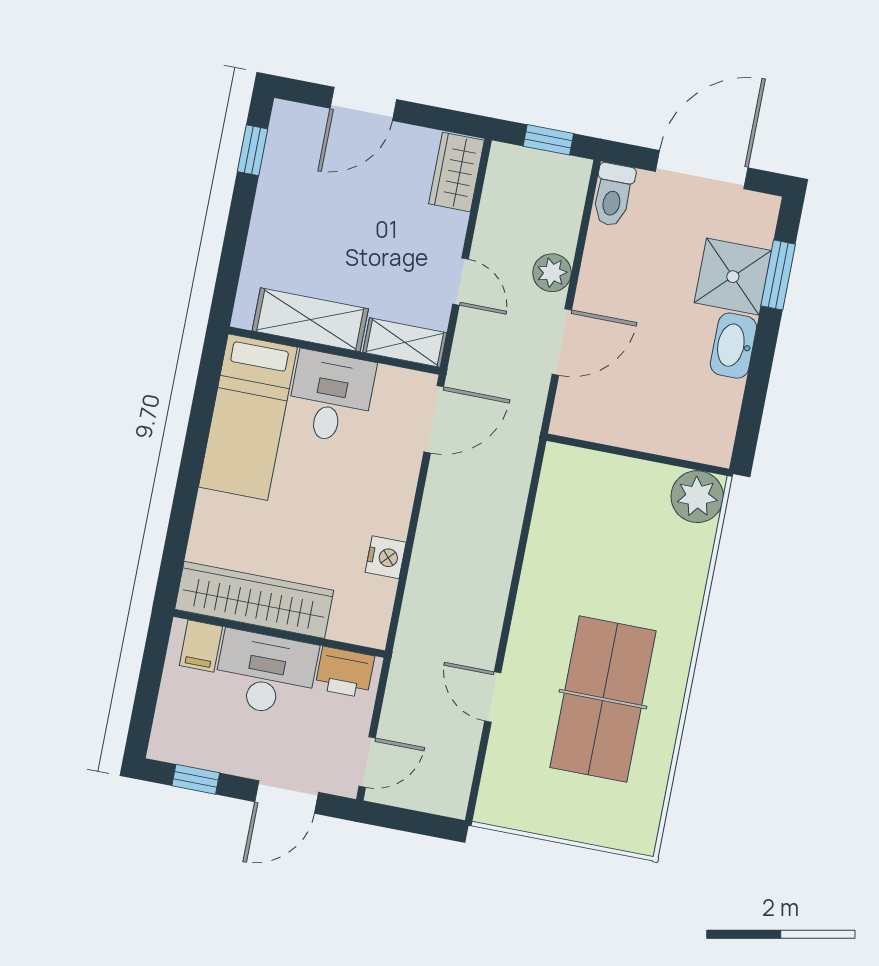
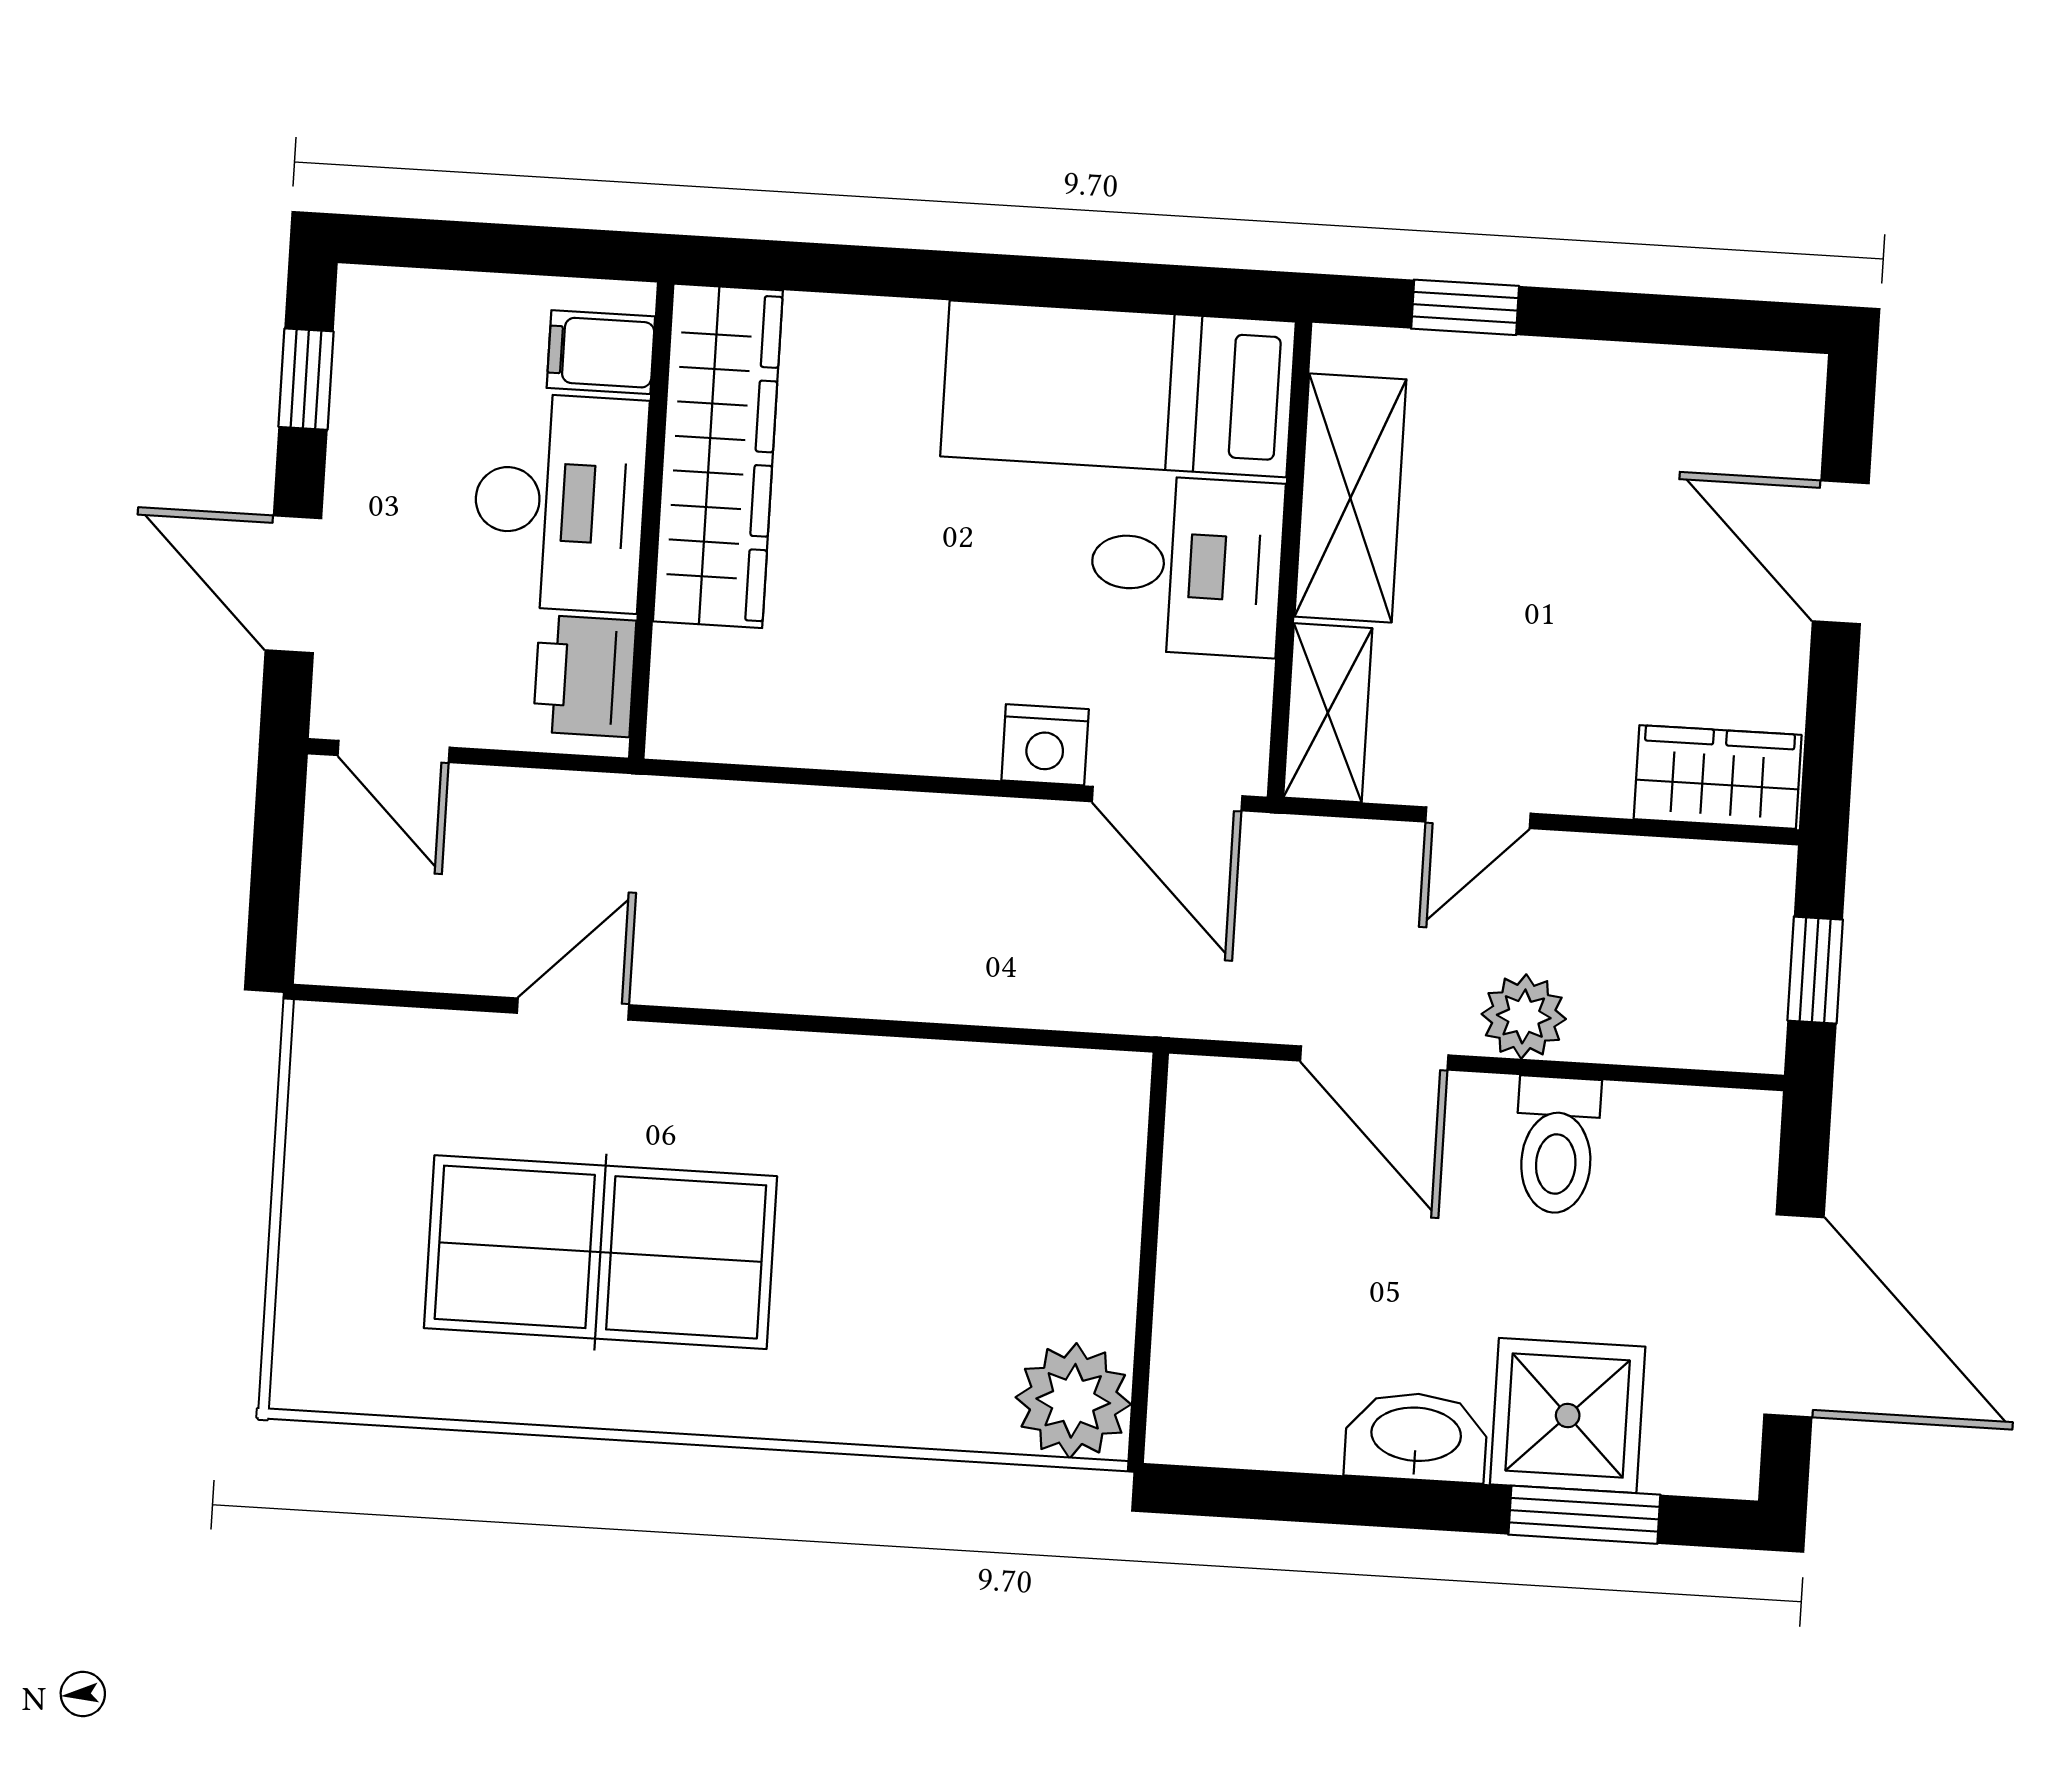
window: (253, 150) -> (1465, 307), moved
toilet: (613, 195) -> (1557, 1145), moved, turned -90
nightstand: (386, 557) -> (1045, 745), moved

